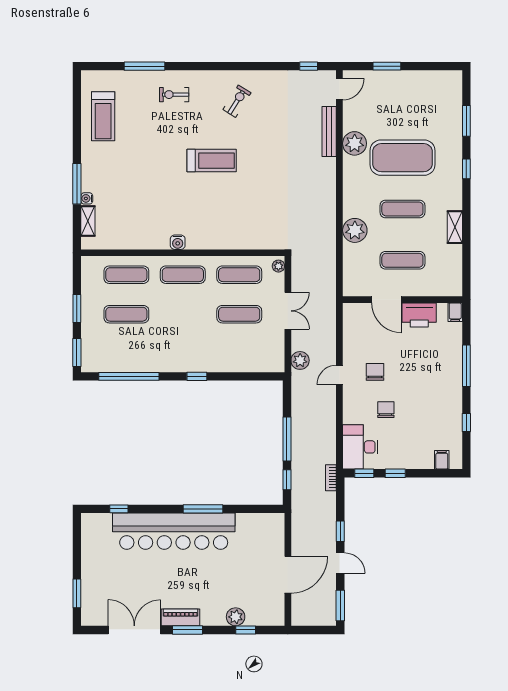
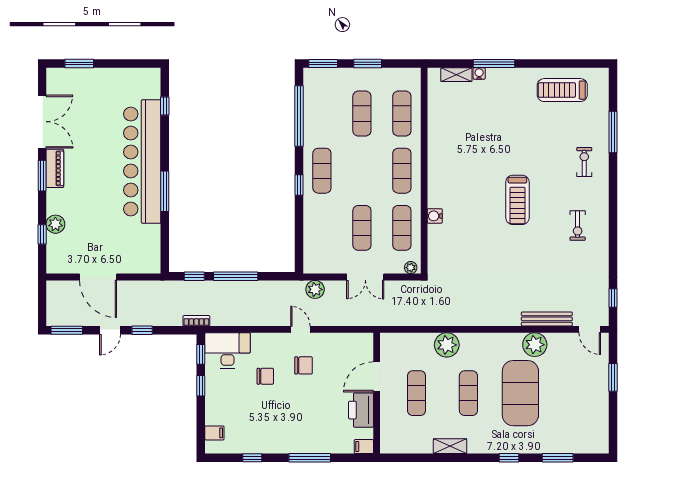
exercise bike: (237, 101) -> (578, 226), turned 58
water cooler: (178, 242) -> (435, 216), moved
exercise mat: (183, 354) -> (322, 171), added

